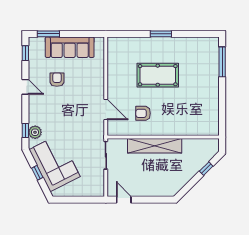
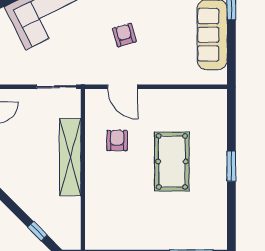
armchair: (57, 80) -> (124, 35), moved, turned -106
door: (106, 109) -> (123, 87), hinge flipped

